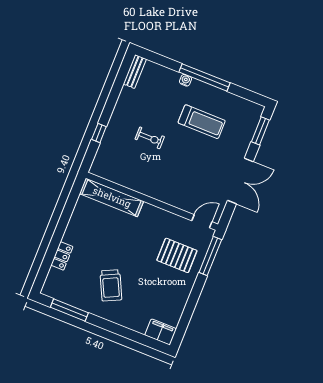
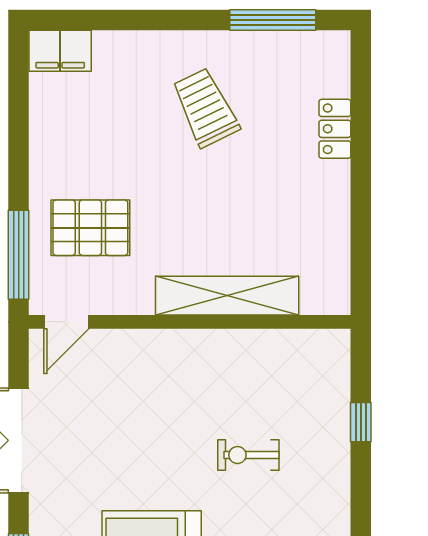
shelving: (112, 197) -> (227, 296), moved

